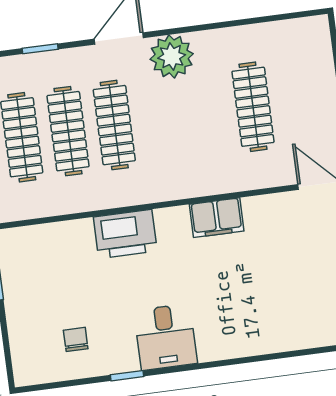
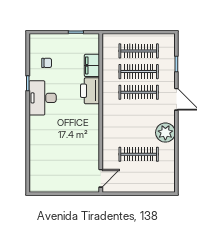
plant: (172, 56) -> (165, 133), moved
filing cabinet: (217, 218) -> (92, 65), moved
desk: (166, 337) -> (43, 98), width x1.37

